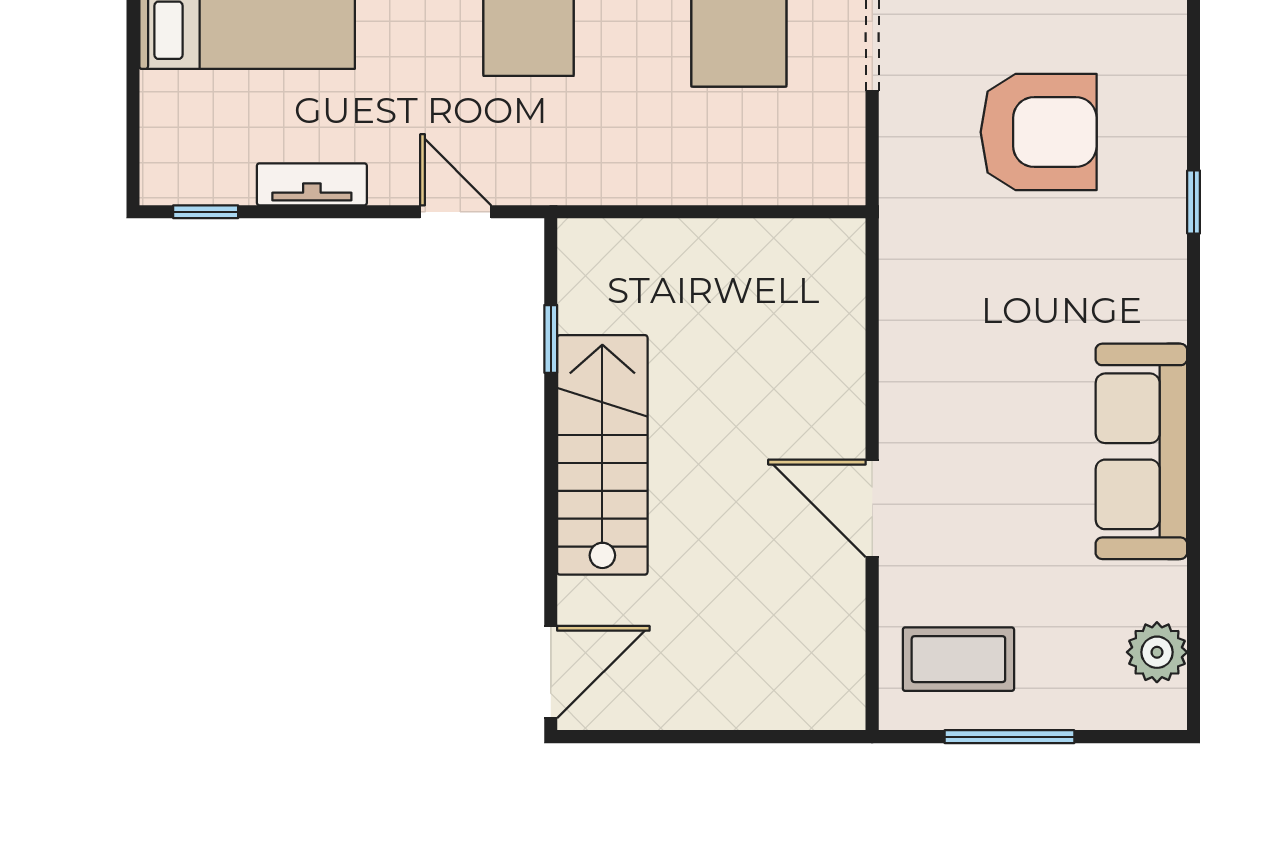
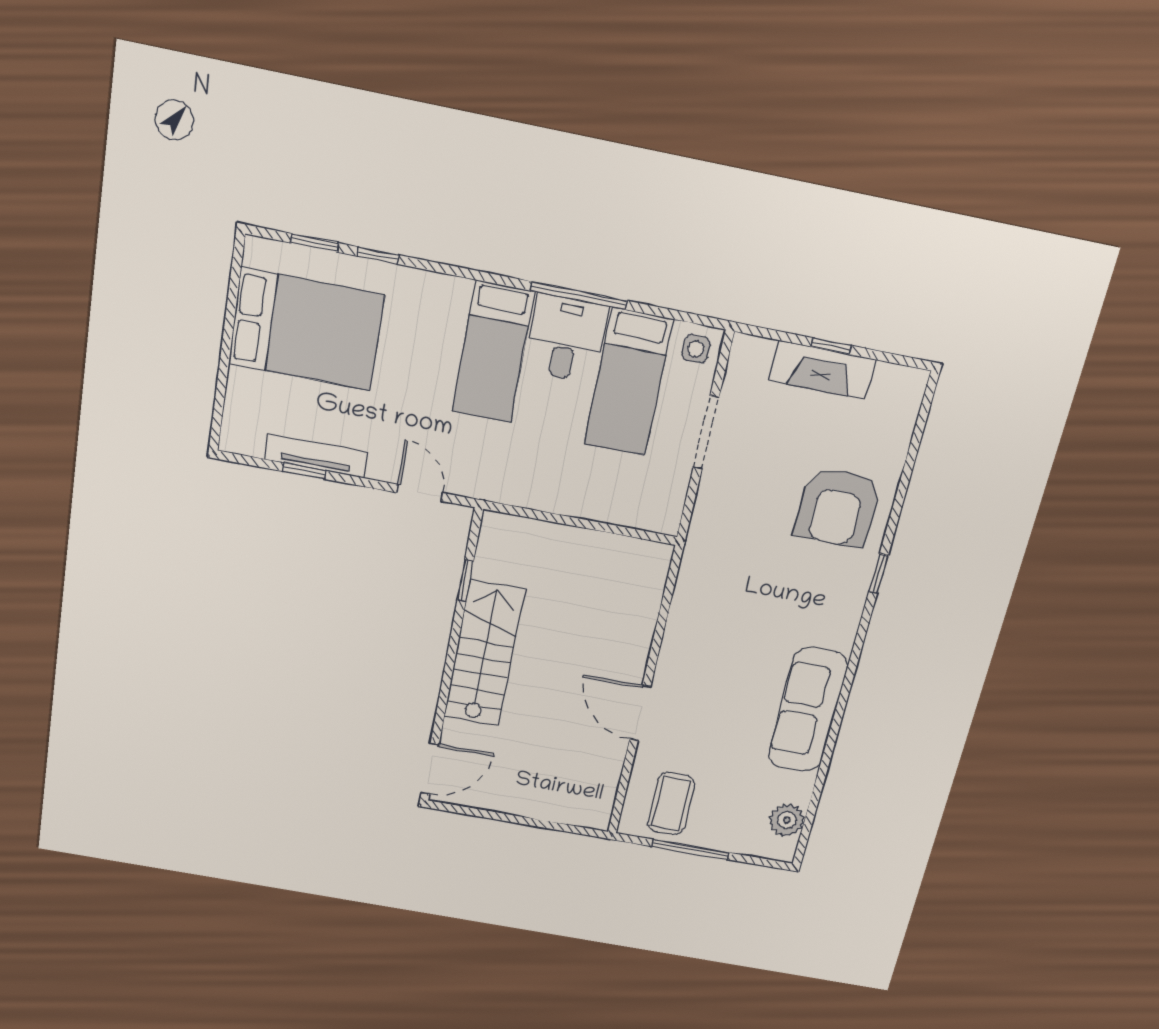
armchair: (1039, 132) -> (837, 507), moved, turned 90
tv unit: (312, 184) -> (316, 456), width x1.41
window: (206, 212) -> (304, 471), moved
coffee table: (958, 659) -> (671, 804), turned 90

